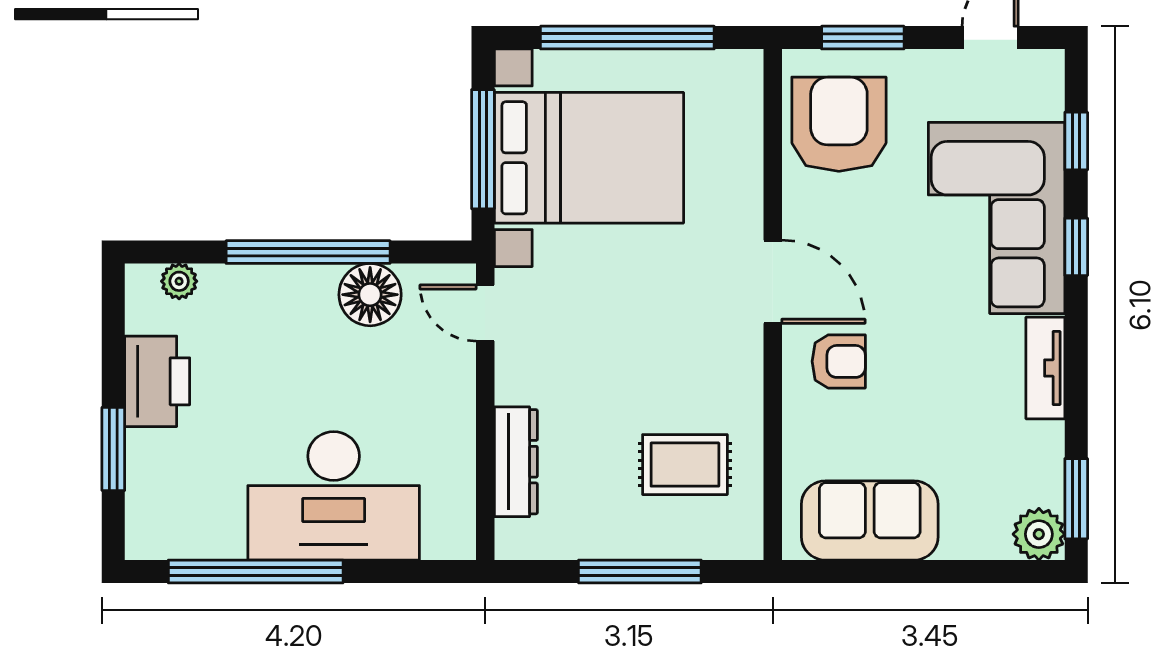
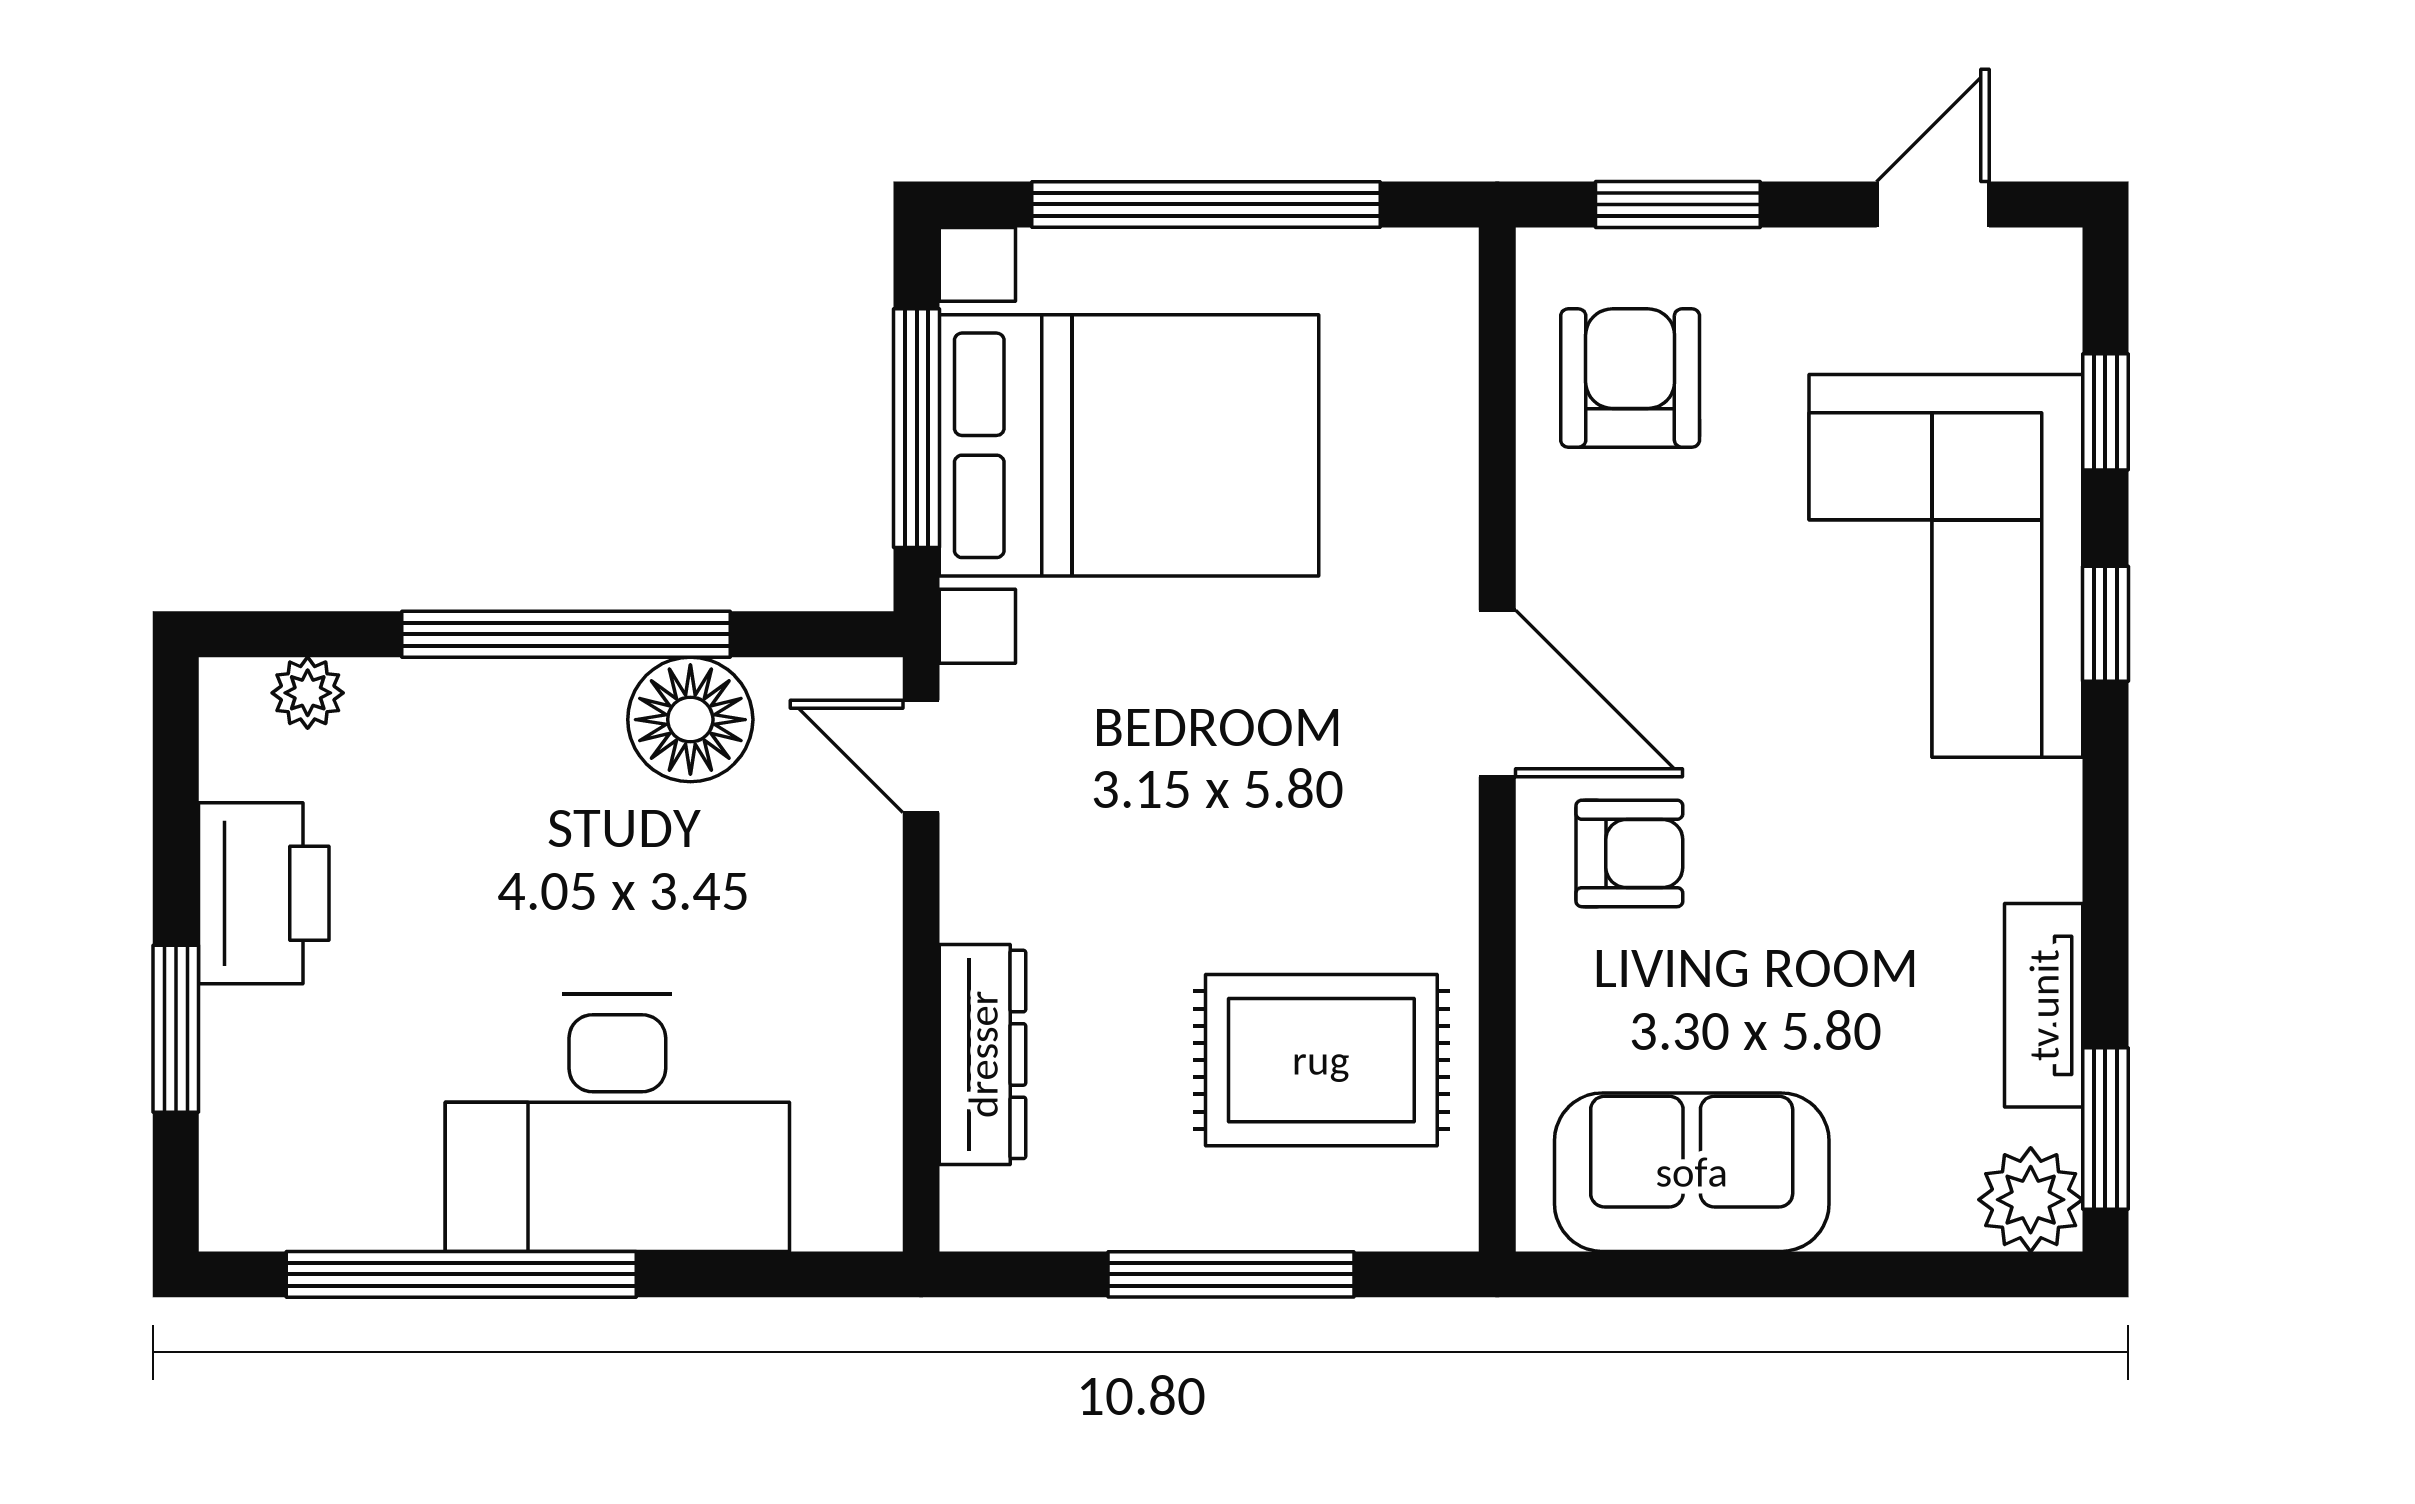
armchair: (839, 124) -> (1630, 378), width x0.73, depth x0.73
tv unit: (1045, 368) -> (2044, 1005), moved
rug: (685, 465) -> (1321, 1060), width x1.36, depth x1.43

